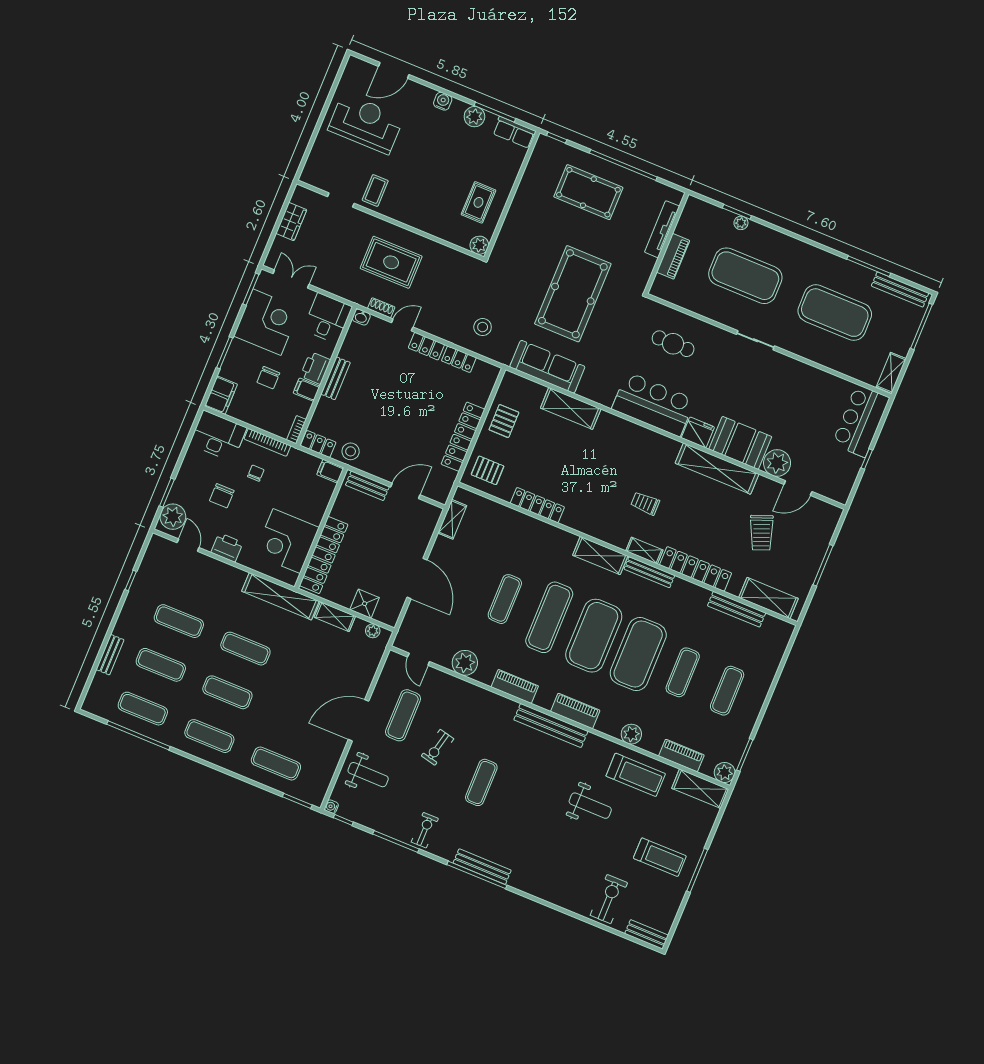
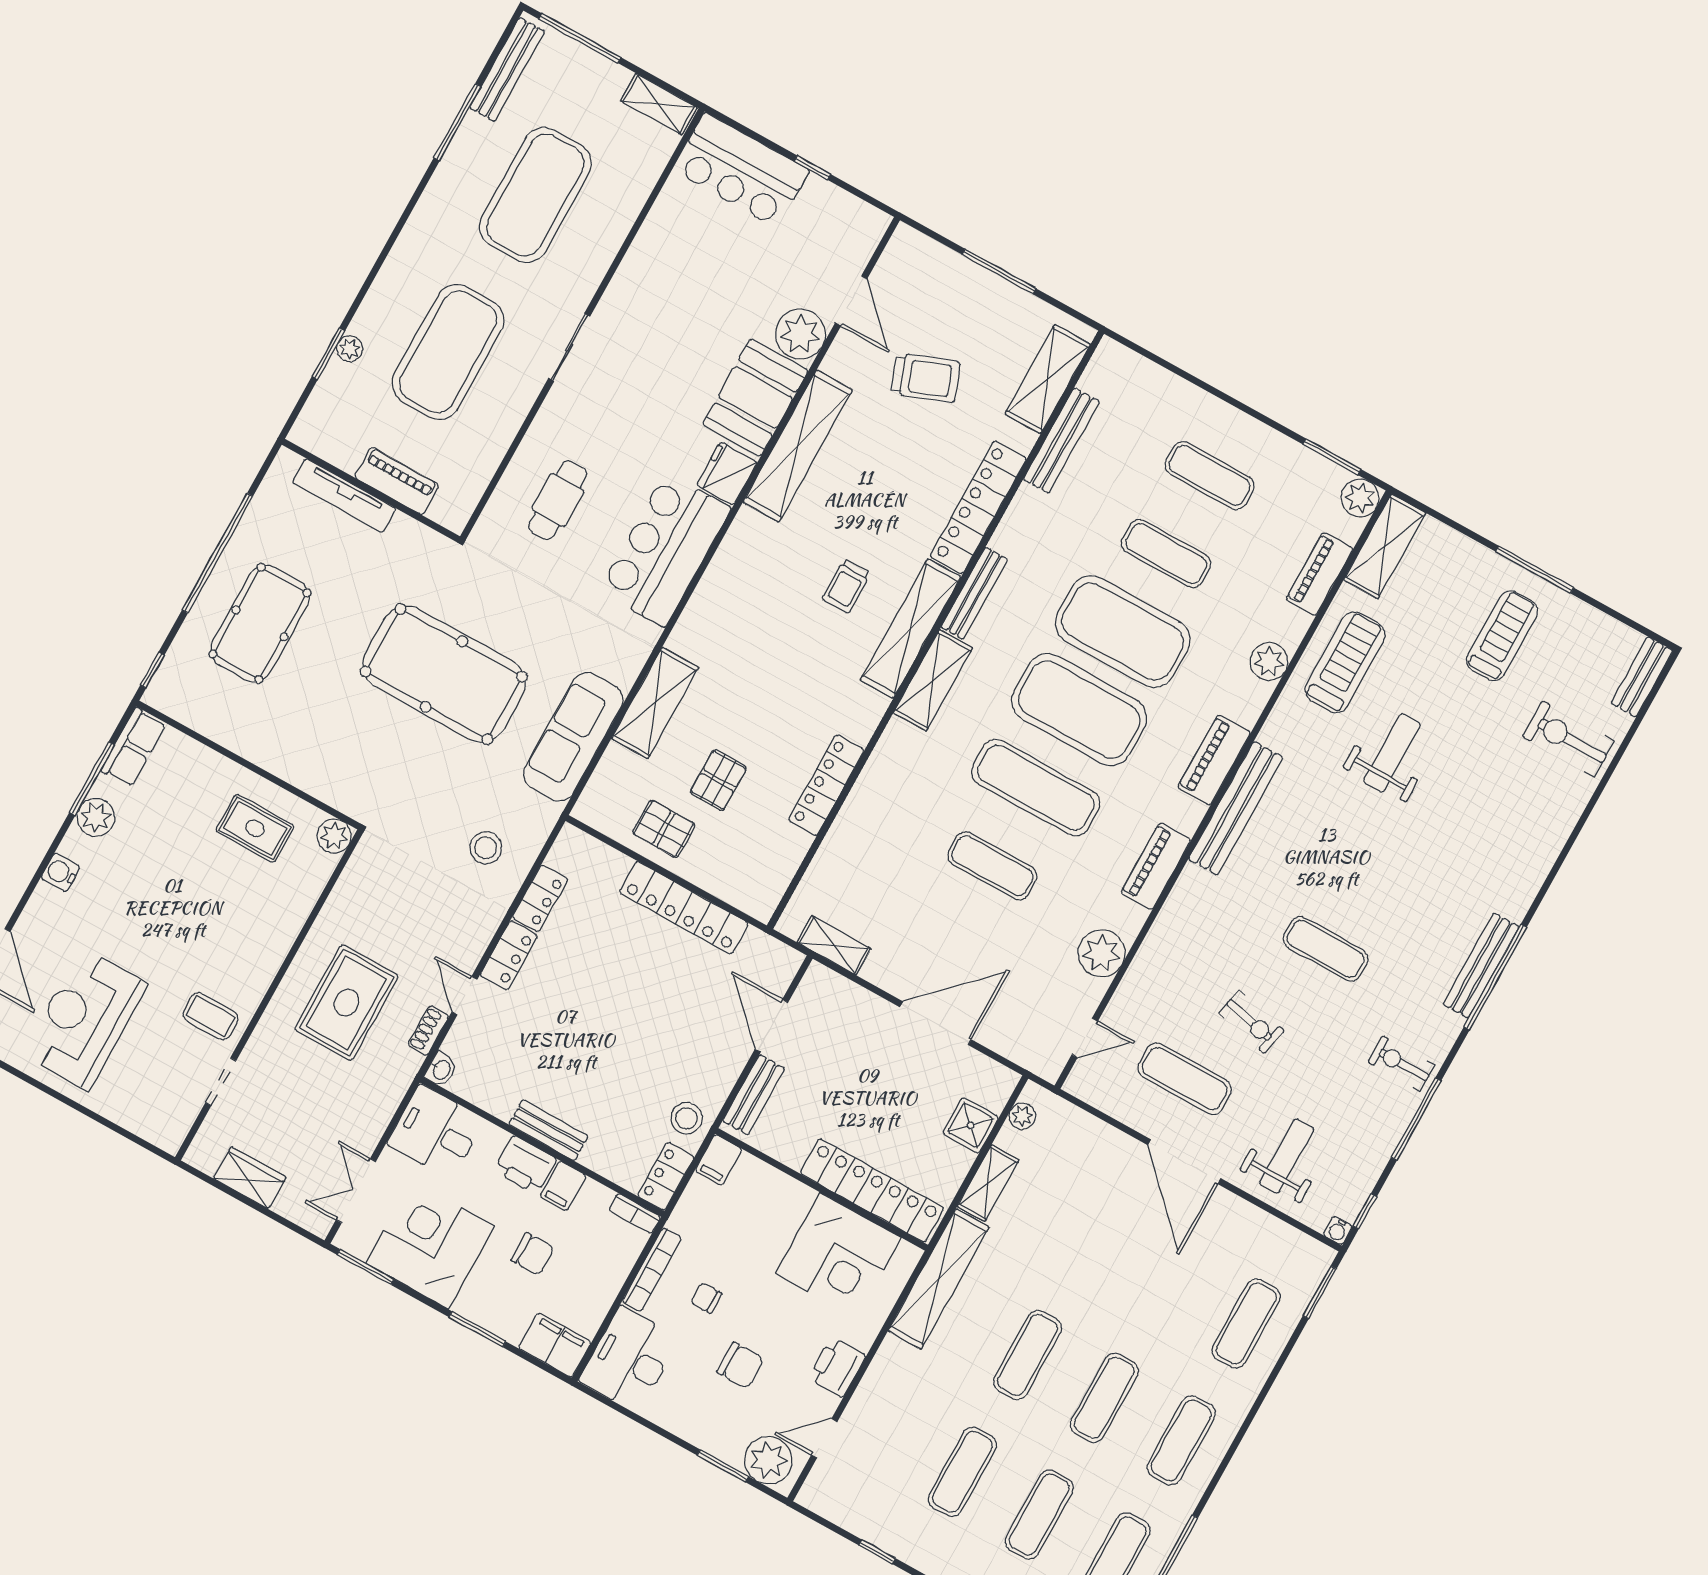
pallet: (488, 470) -> (718, 780), moved
shelving: (644, 551) -> (911, 629), width x2.20, depth x1.33

